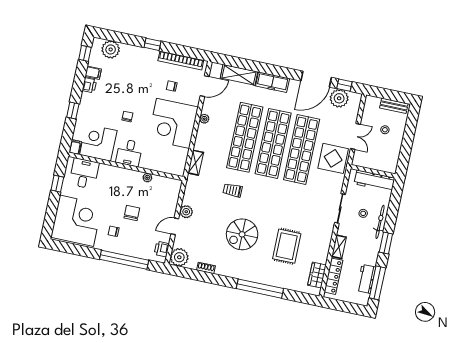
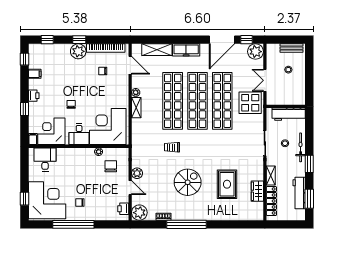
window: (116, 37) -> (47, 40), added
plant: (111, 49) -> (78, 51), moved
printer: (89, 85) -> (34, 96), moved
door: (205, 86) -> (130, 65), hinge flipped
plant: (339, 98) -> (255, 52), moved
corner desk: (173, 123) -> (108, 127), moved, turned 90
double door: (355, 136) -> (265, 80), swing flipped
shelving: (196, 163) -> (136, 108), moved
window: (57, 184) -> (24, 199), moved
chair: (132, 213) -> (111, 166), moved
door: (175, 226) -> (130, 188), swing flipped
spiral stairs: (242, 234) -> (188, 182), turned 180
window: (124, 260) -> (73, 224), moved
wardrobe: (317, 275) -> (257, 191), moved
workbench: (366, 279) -> (299, 193), width x1.38
window: (377, 283) -> (309, 199), width x0.69
window: (260, 289) -> (186, 224), moved

